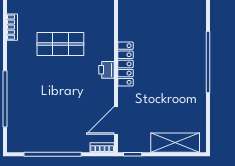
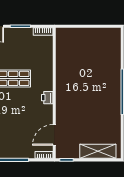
locker: (126, 64) -> (61, 93), removed

